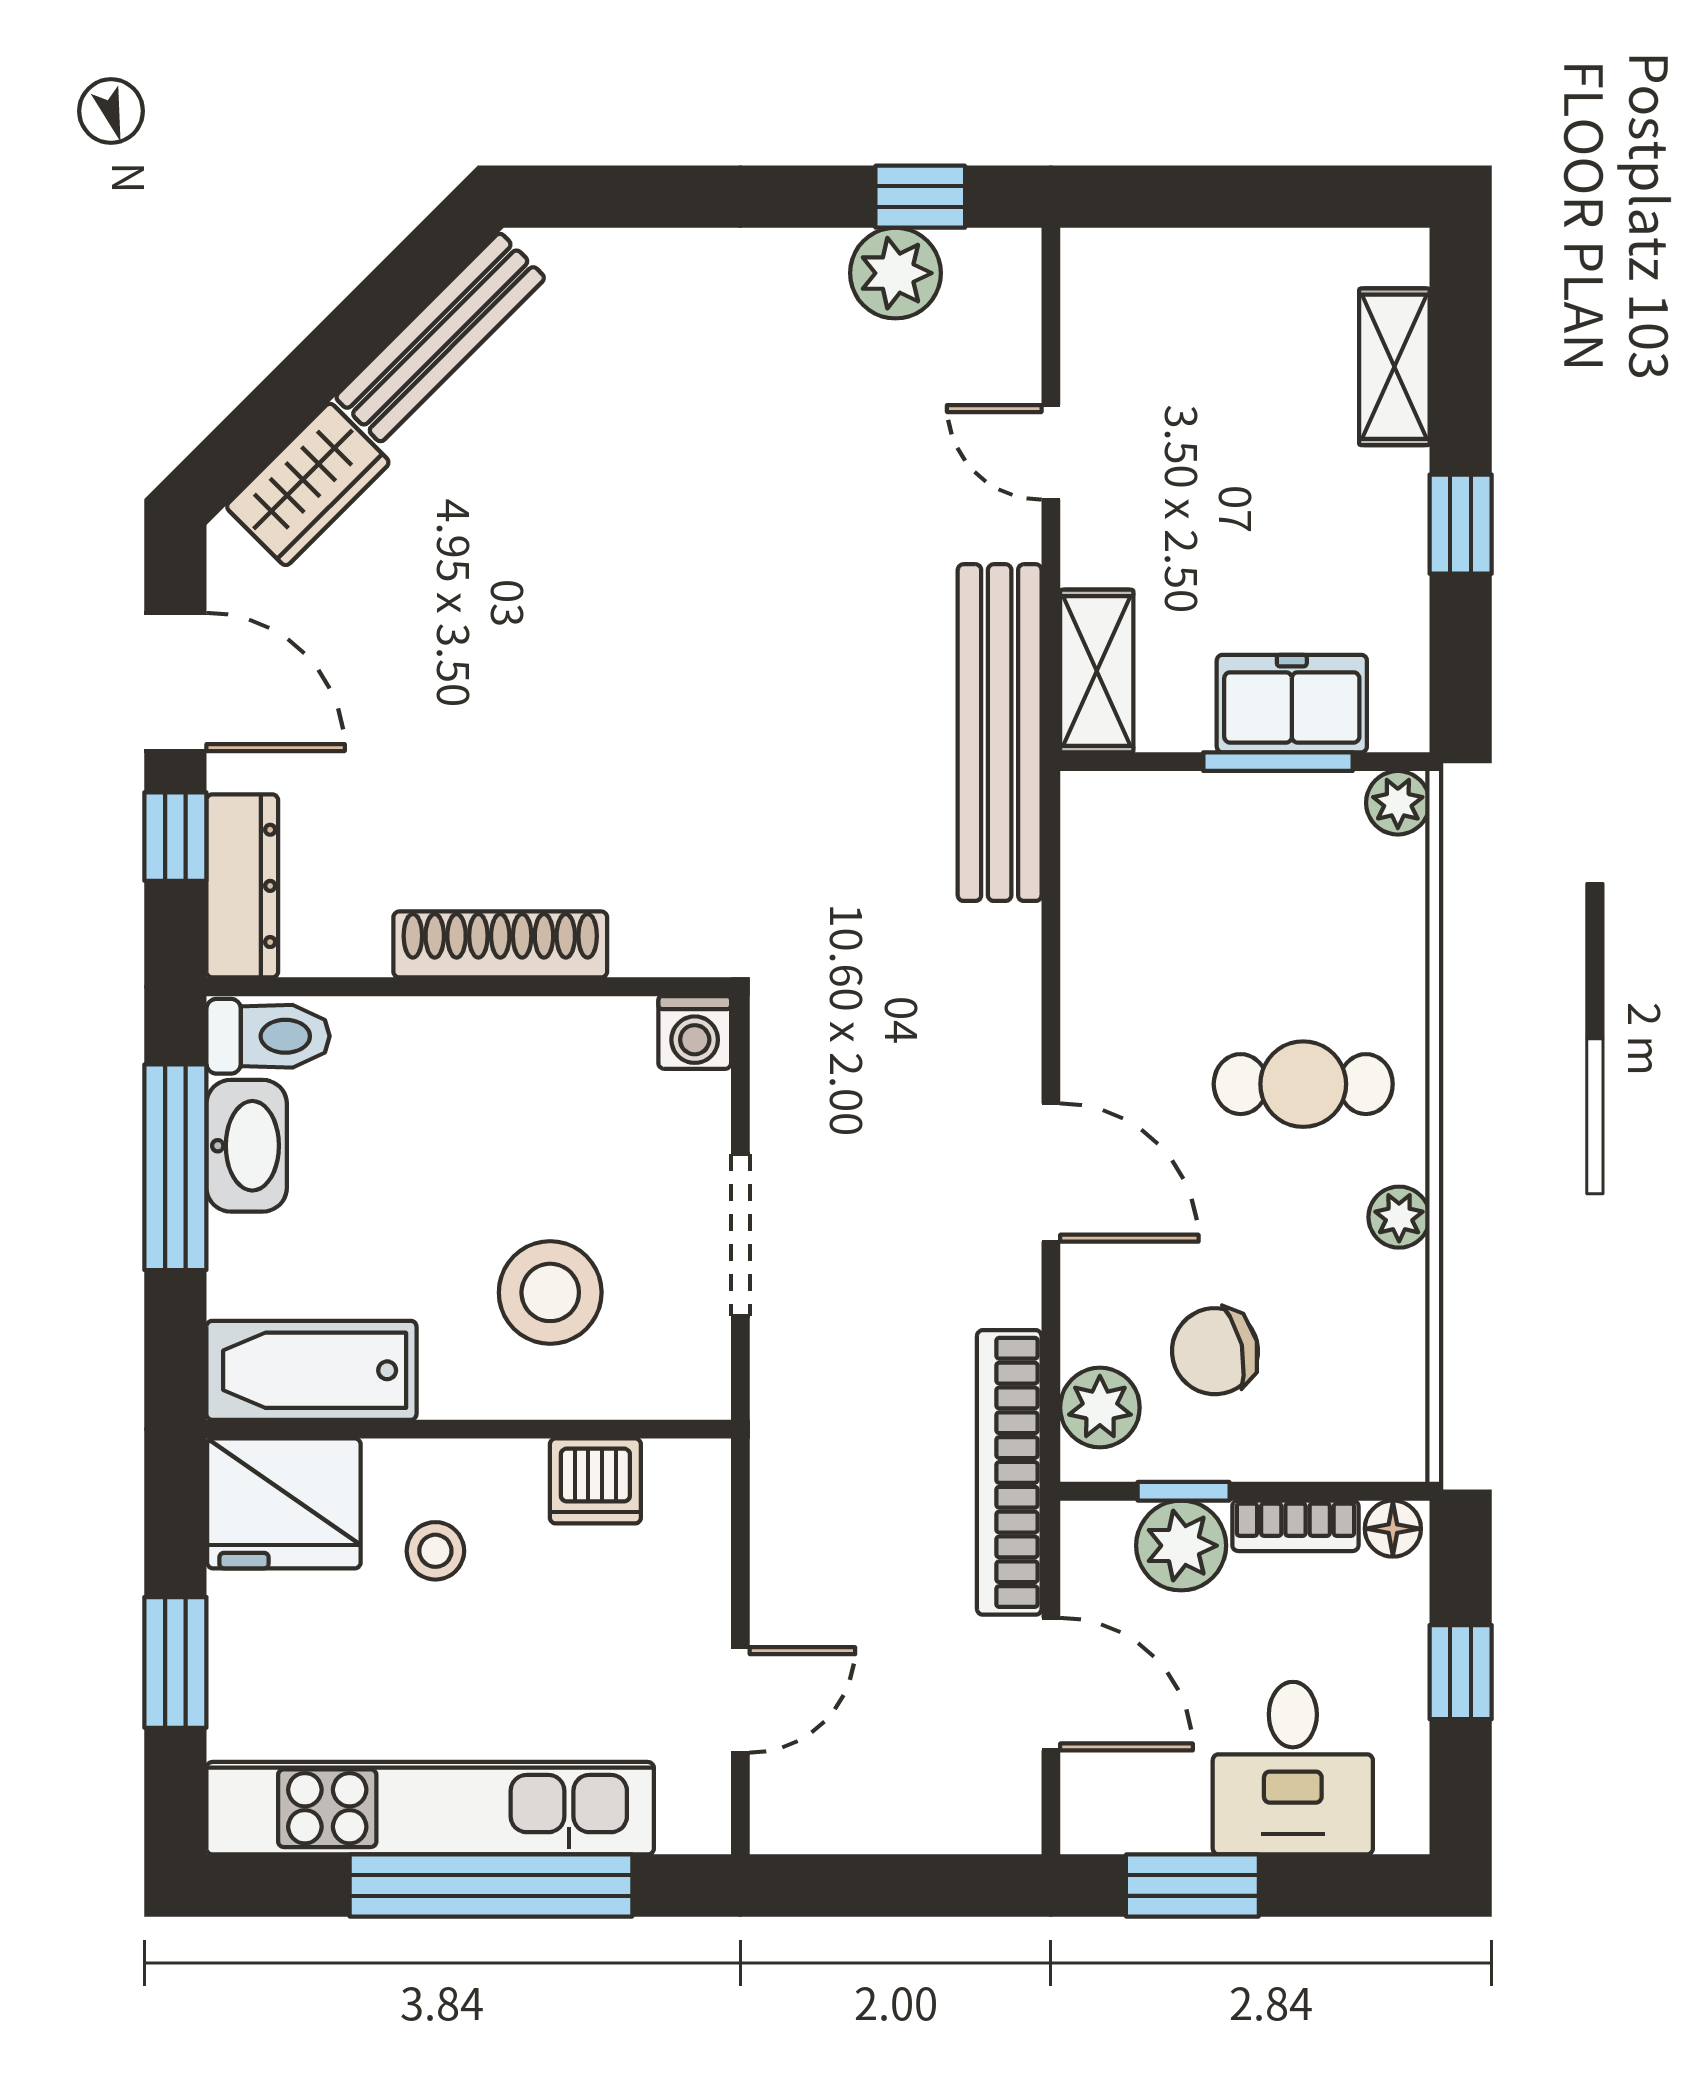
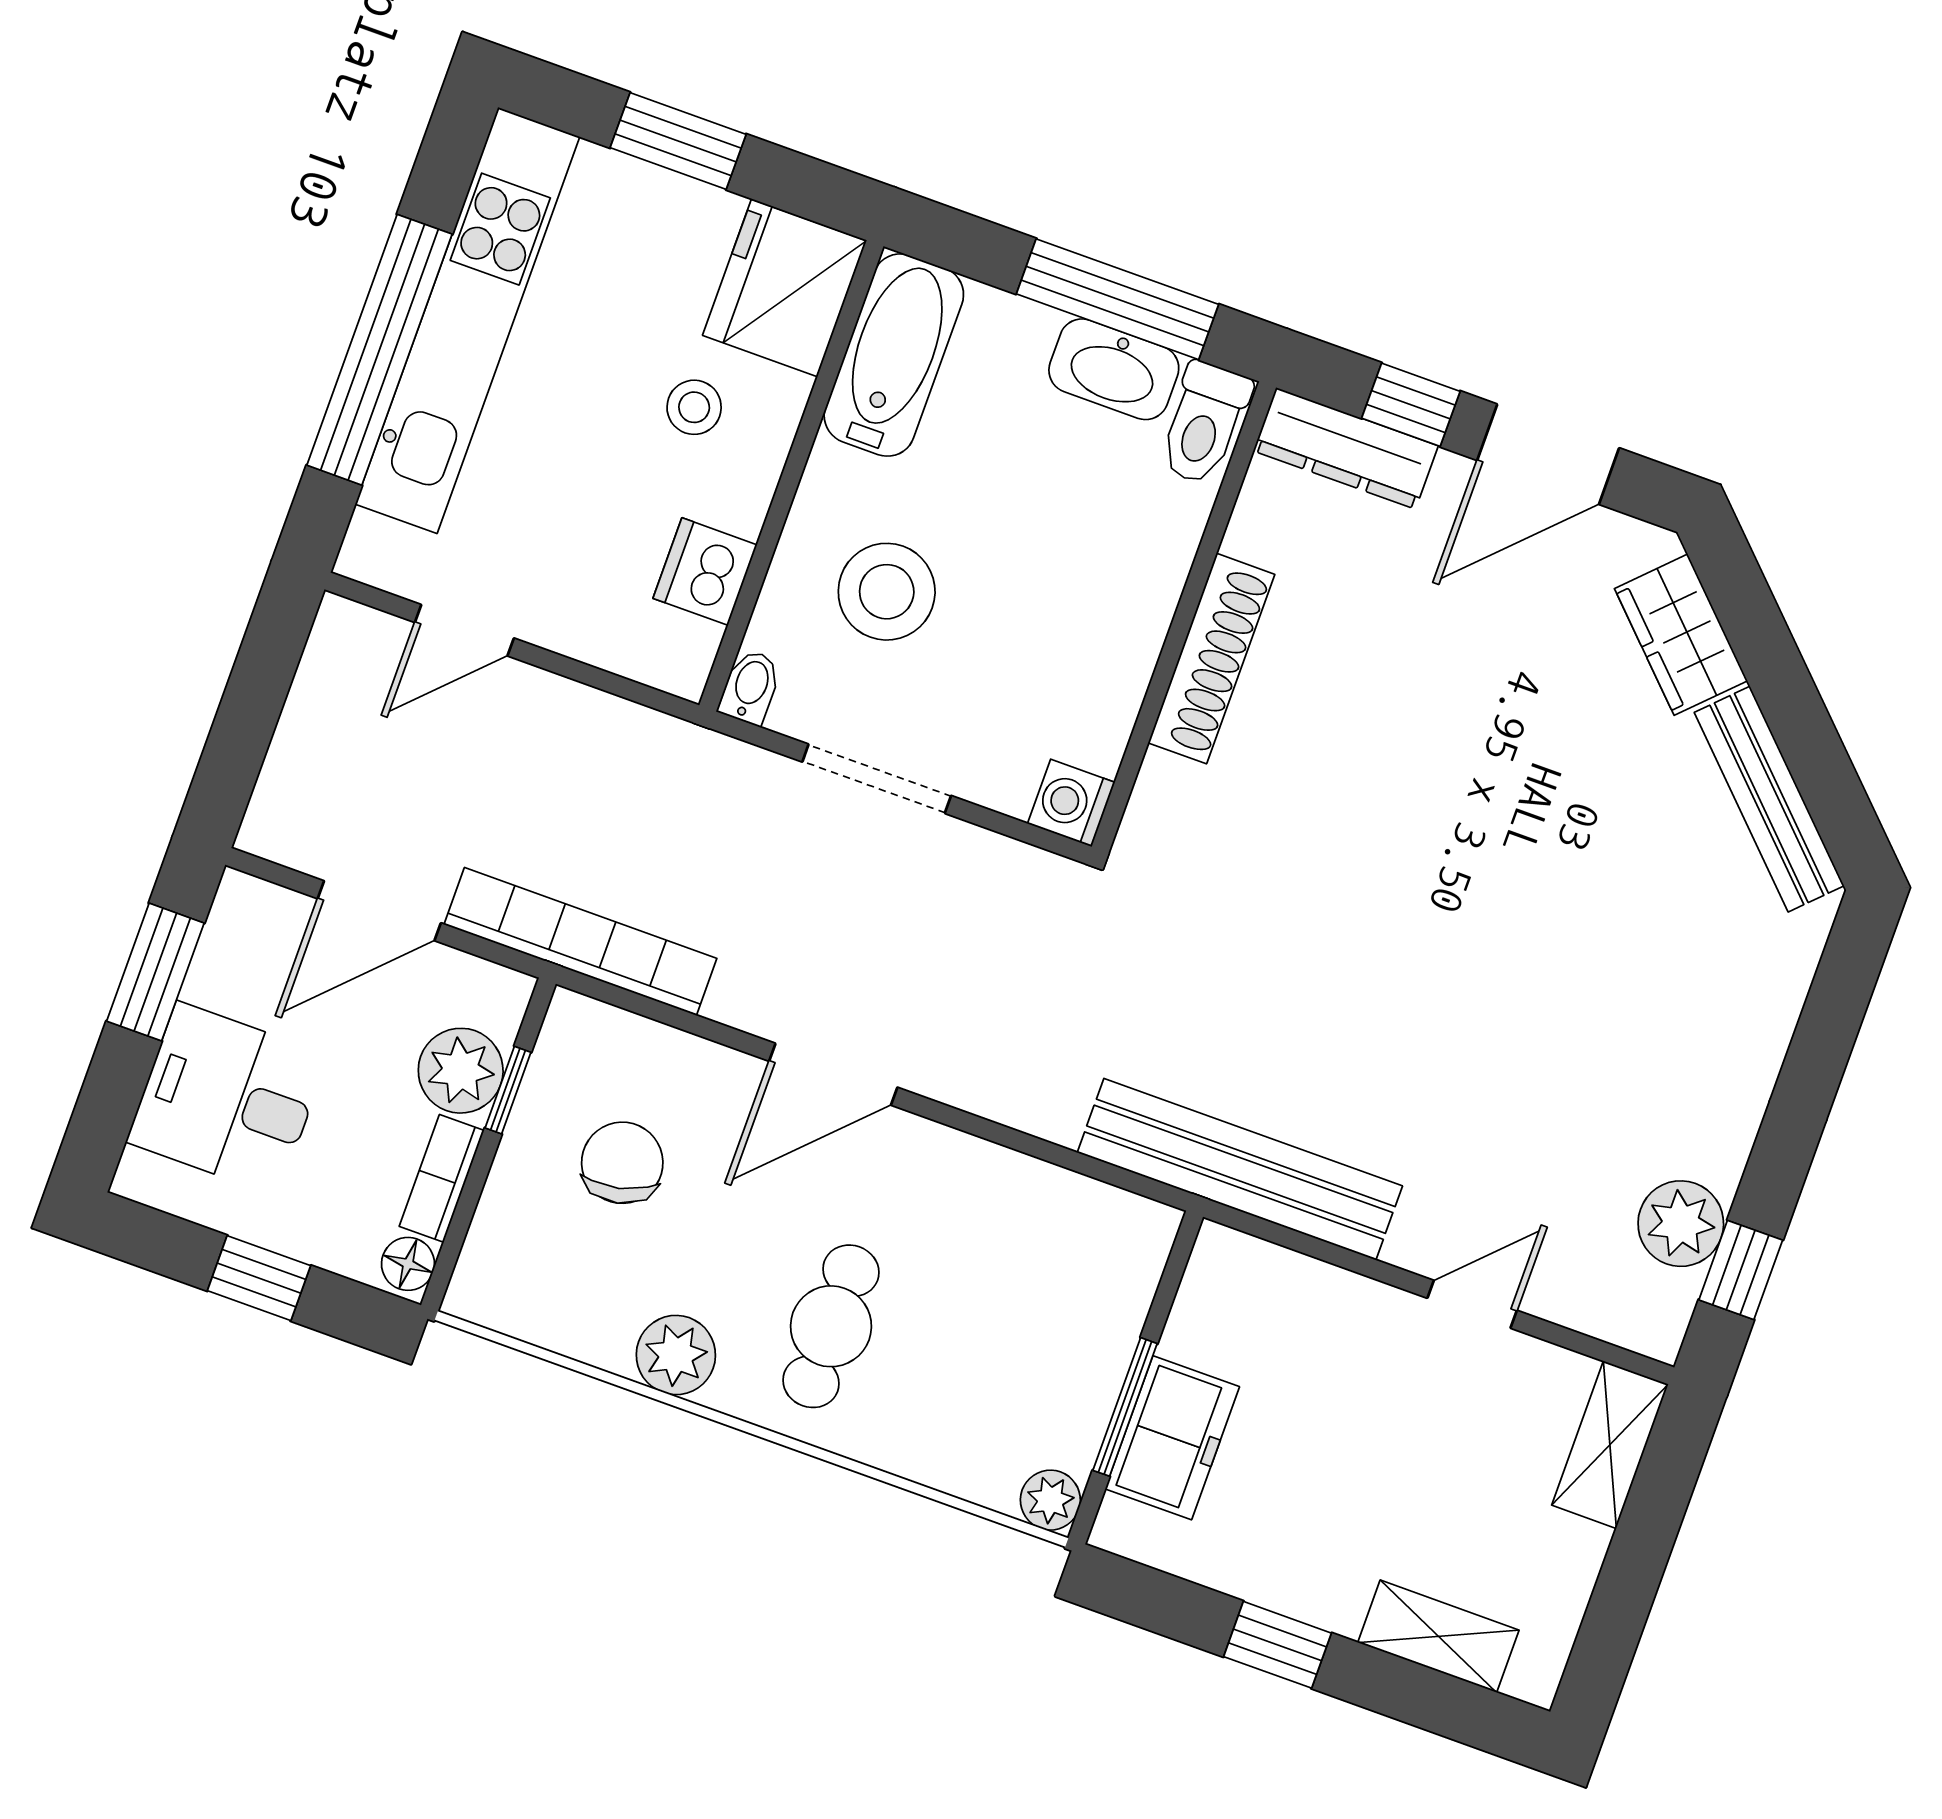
shelving: (1097, 671) -> (1610, 1445), moved, turned 90
plant: (1399, 1217) -> (676, 1355), width x1.38, depth x1.38
bidet: (694, 1394) -> (750, 687), added
plant: (1100, 1408) -> (609, 1043), removed
door: (740, 1700) -> (464, 630), hinge flipped

